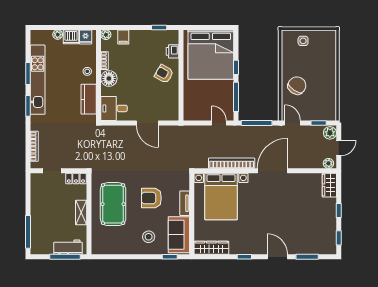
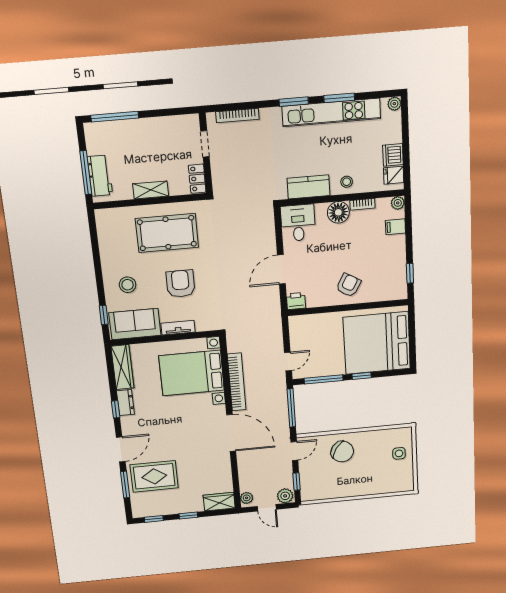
plant: (58, 35) -> (394, 104), moved
printer: (172, 51) -> (296, 301), moved
rug: (302, 234) -> (154, 476), added
dresser: (240, 249) -> (126, 403), added

